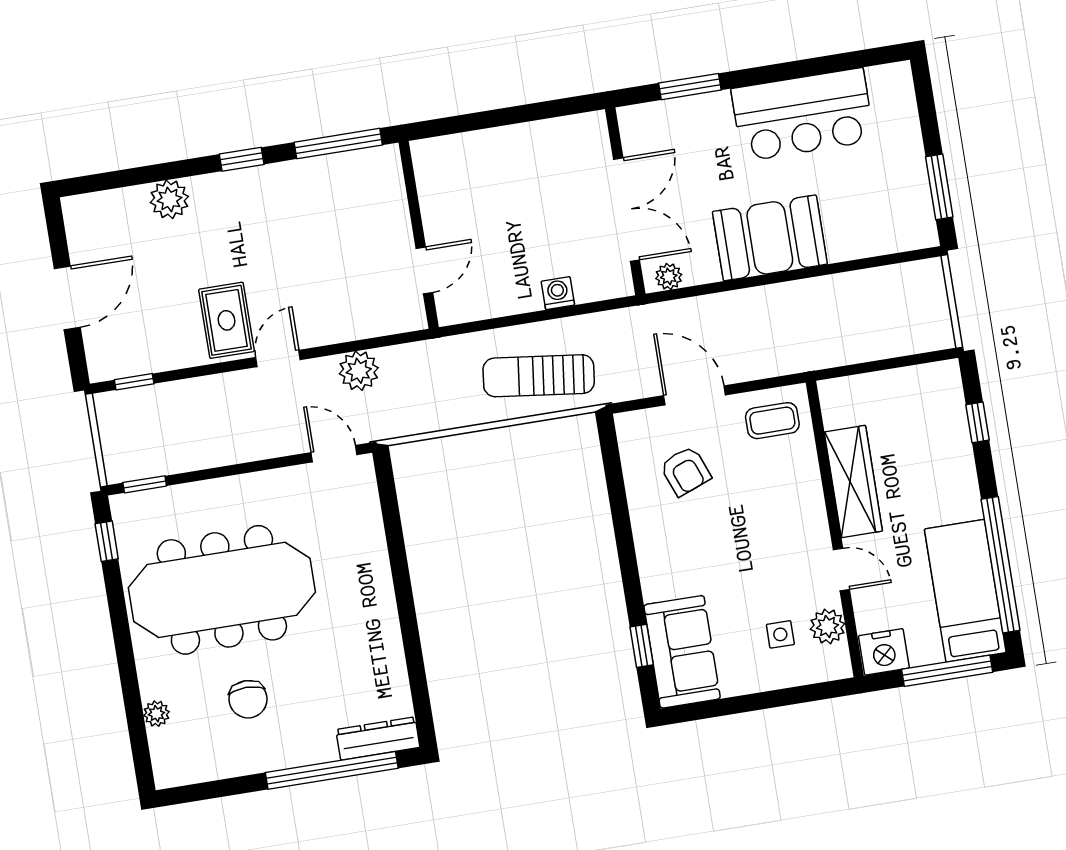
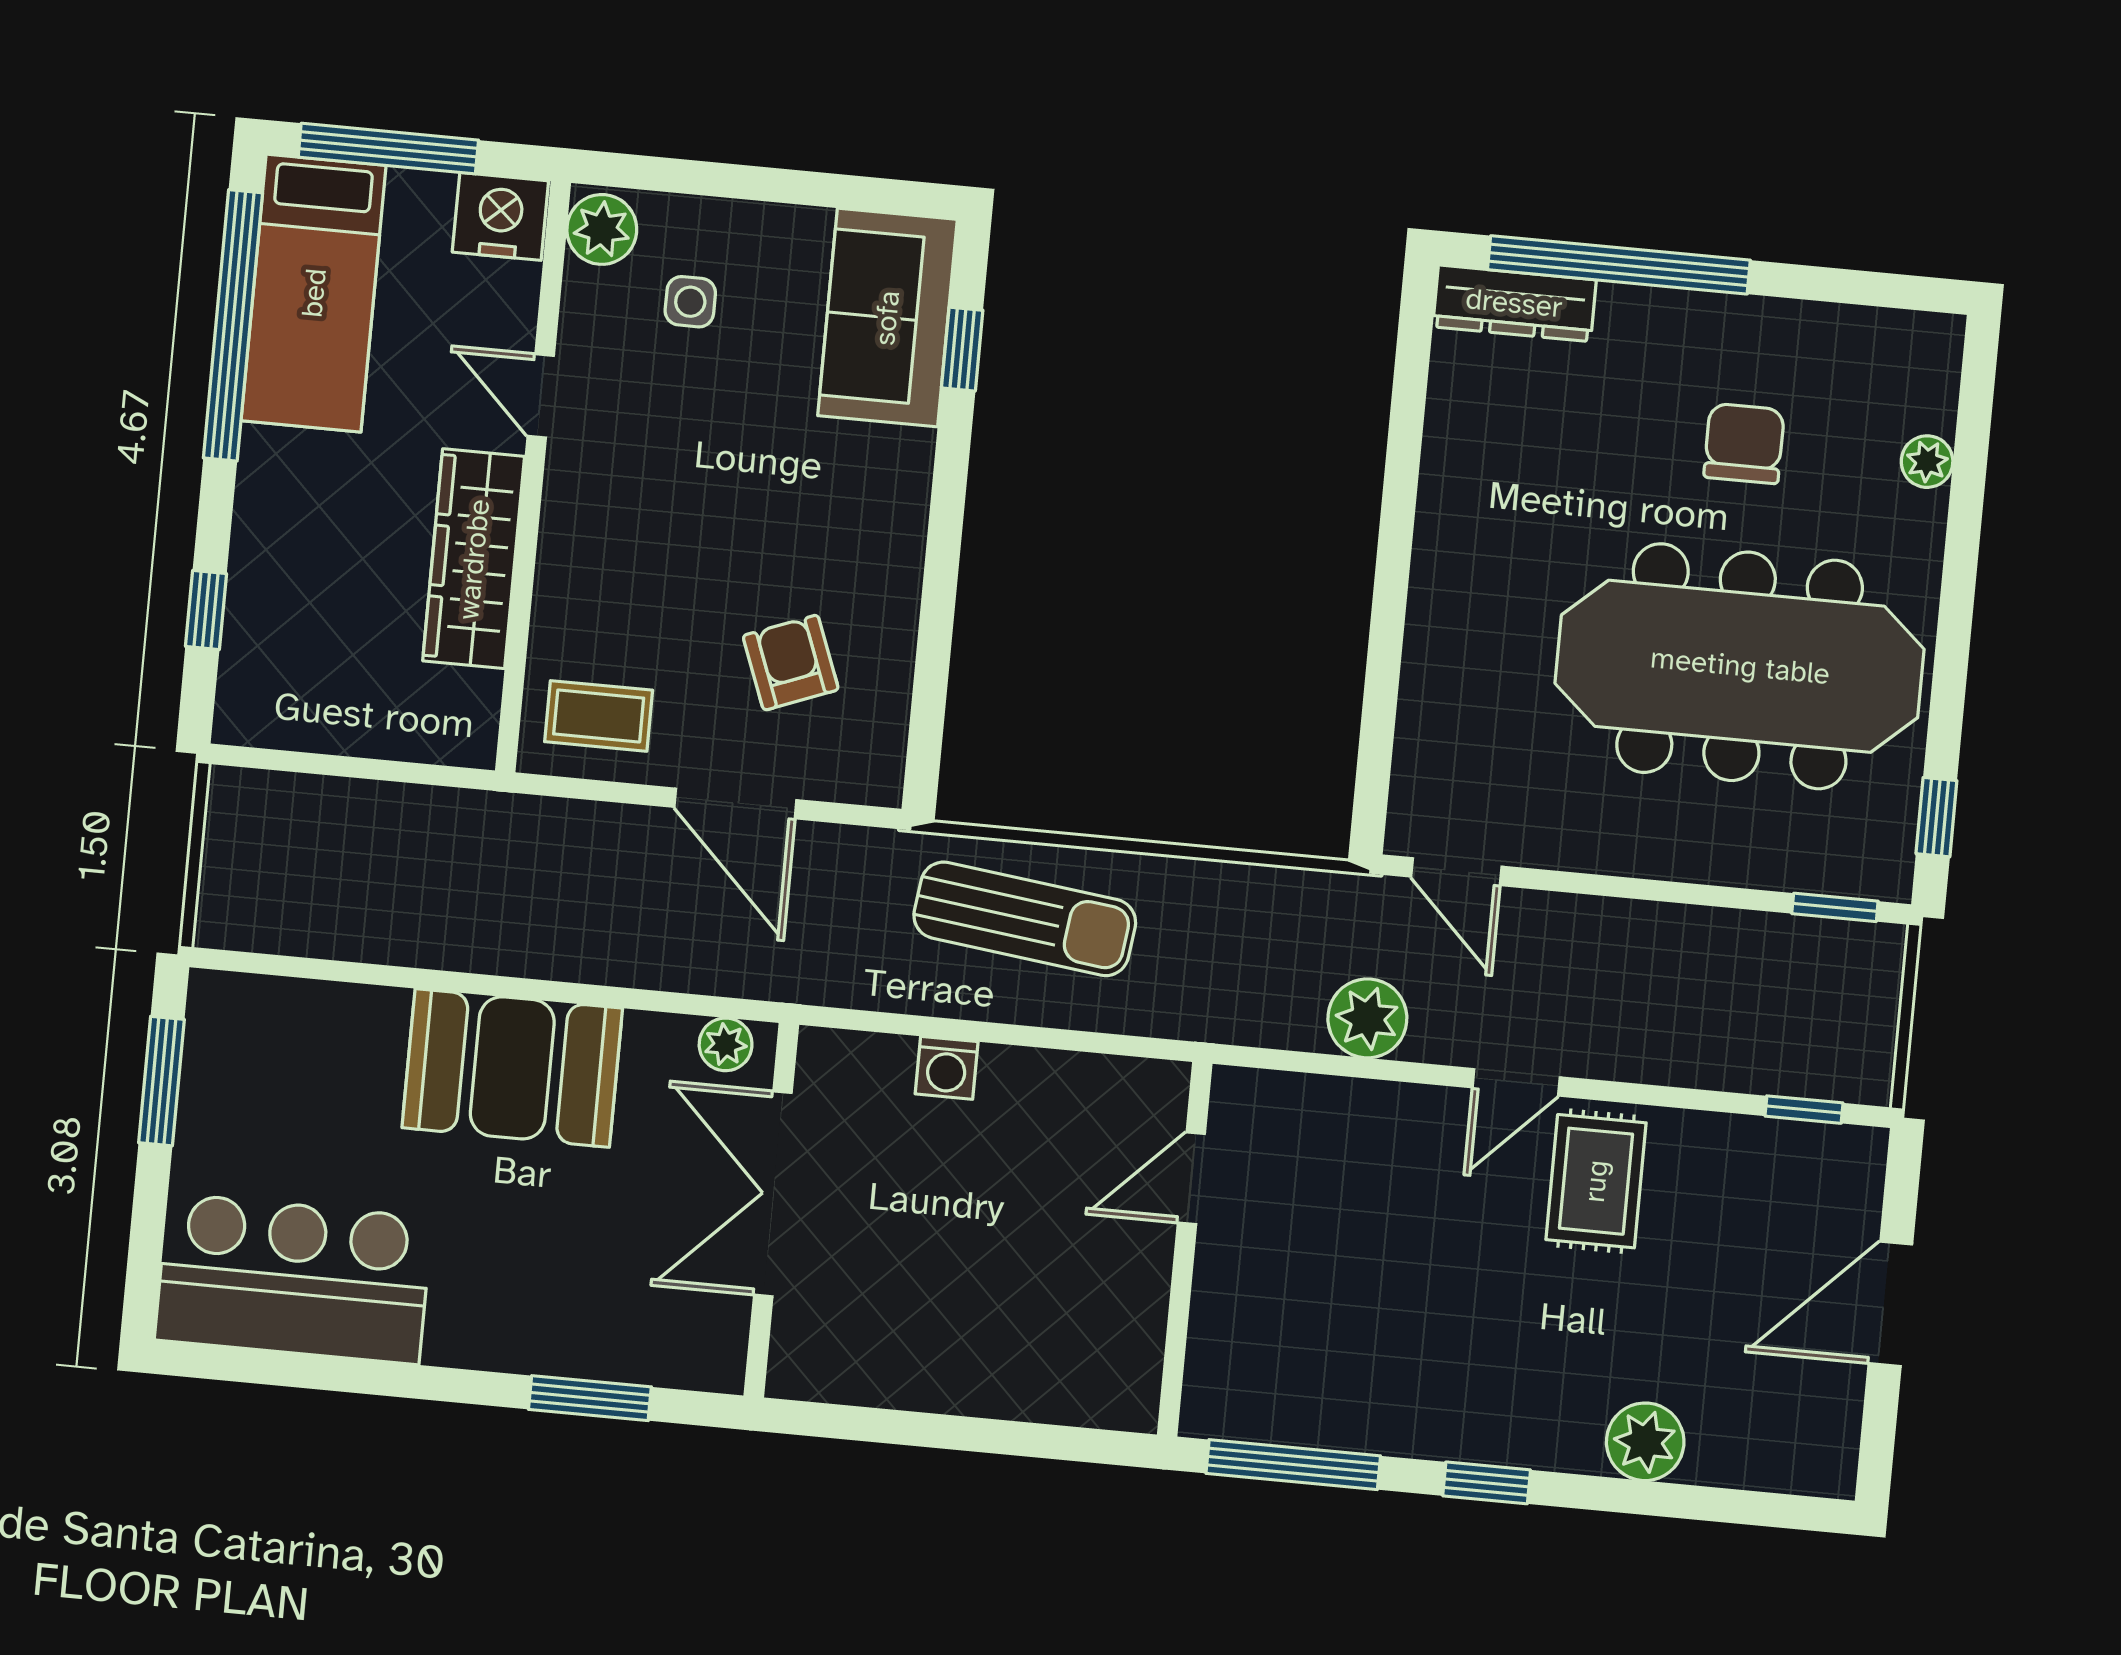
bar counter: (803, 115) -> (293, 1279), moved
plant: (828, 626) -> (602, 229), moved

